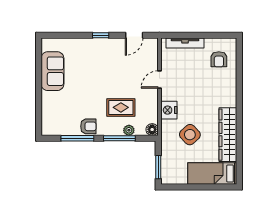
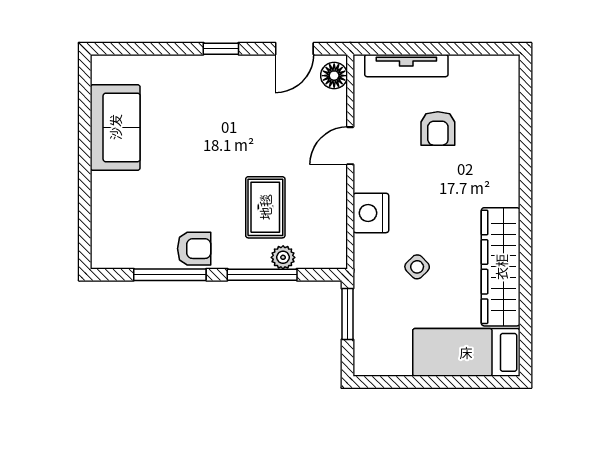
armchair: (219, 59) -> (438, 129), moved
rug: (121, 107) -> (265, 207), turned 90
floor lamp: (152, 130) -> (334, 76), moved
side table: (190, 135) -> (417, 267), width x0.54, depth x0.54
window: (158, 167) -> (347, 314), moved

